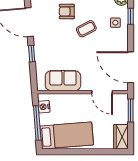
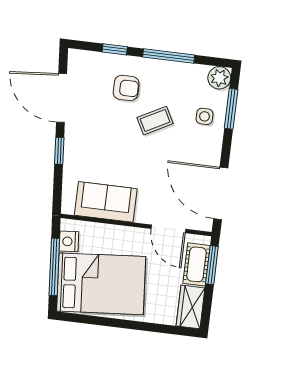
armchair: (67, 12) -> (126, 88), turned 180
window: (131, 16) -> (231, 109), width x1.50
cot: (121, 111) -> (196, 264), added
bed: (67, 135) -> (101, 284), width x1.50

